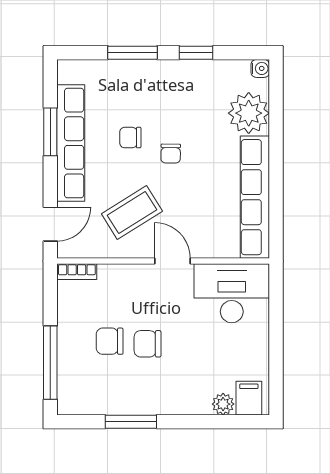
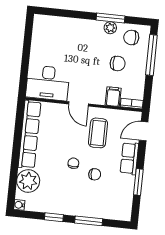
row of seats: (71, 143) -> (129, 158), width x0.50
coffee table: (132, 212) -> (98, 133), turned -58
chair: (147, 344) -> (131, 37), moved, turned 180
filing cabinet: (249, 398) -> (113, 97), moved, turned 180
plant: (223, 404) -> (110, 28), moved

